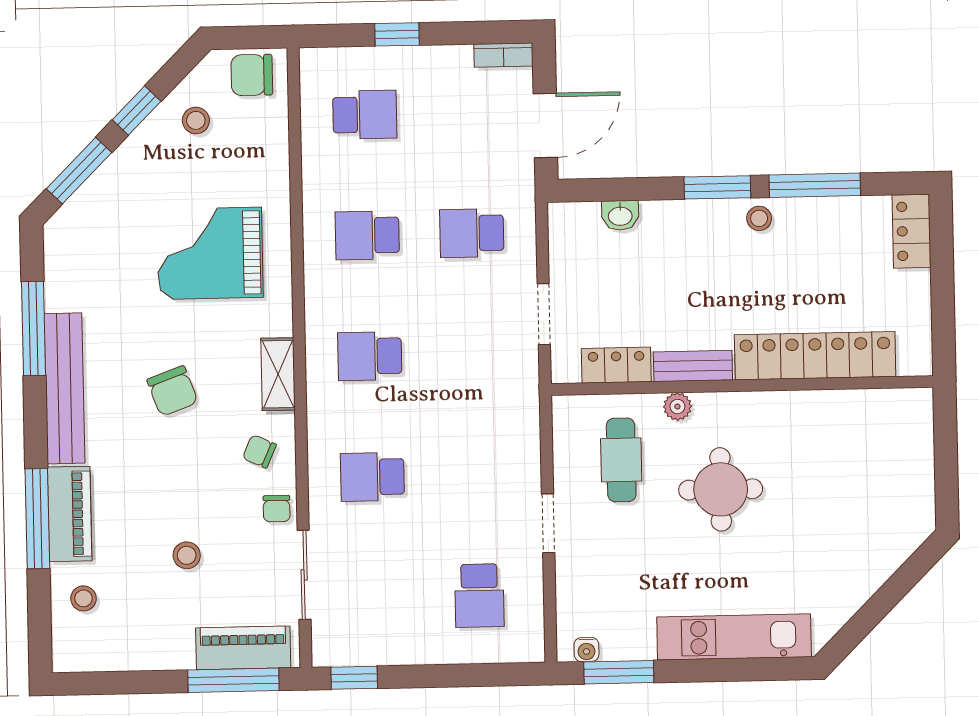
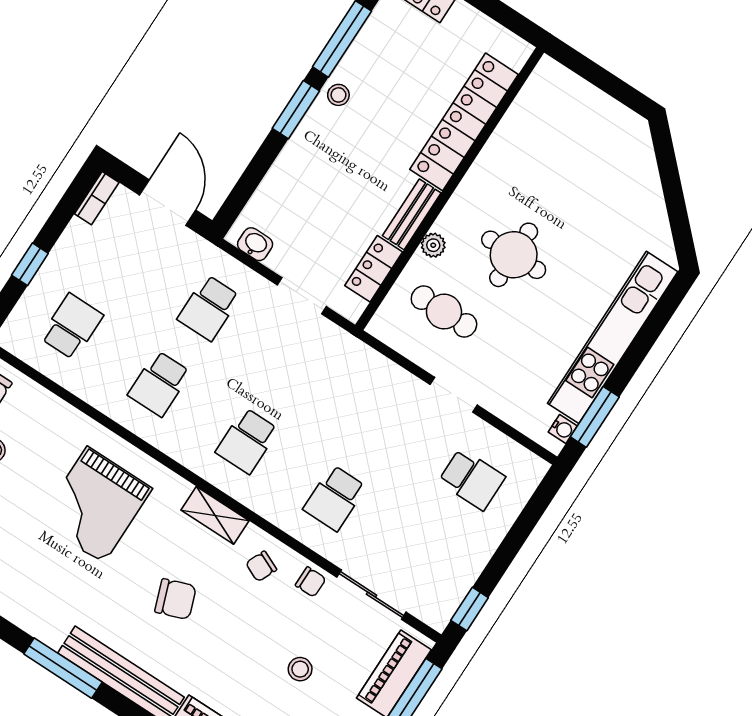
washbasin: (620, 215) -> (255, 244), moved, turned -90
kitchen unit: (734, 637) -> (613, 337), width x1.36

